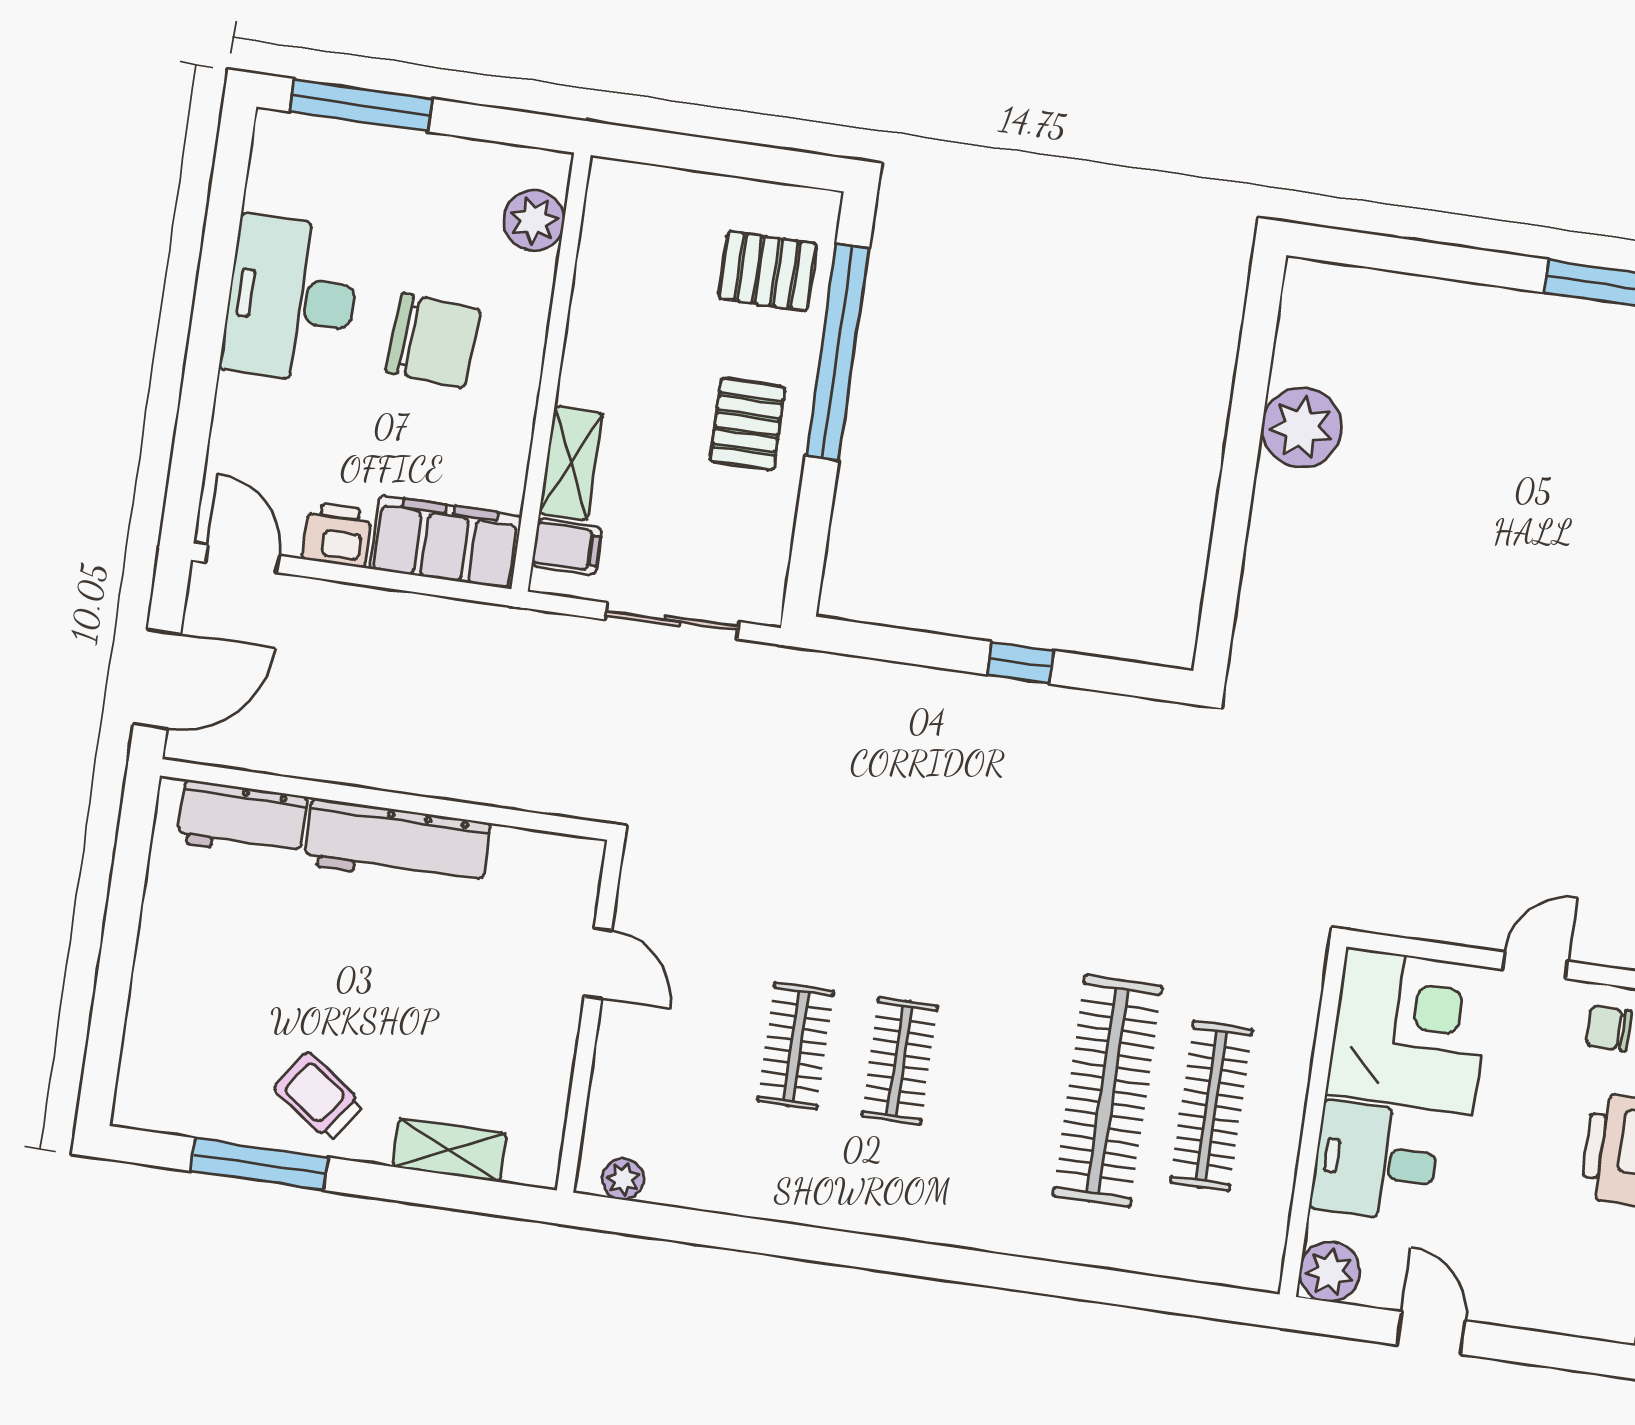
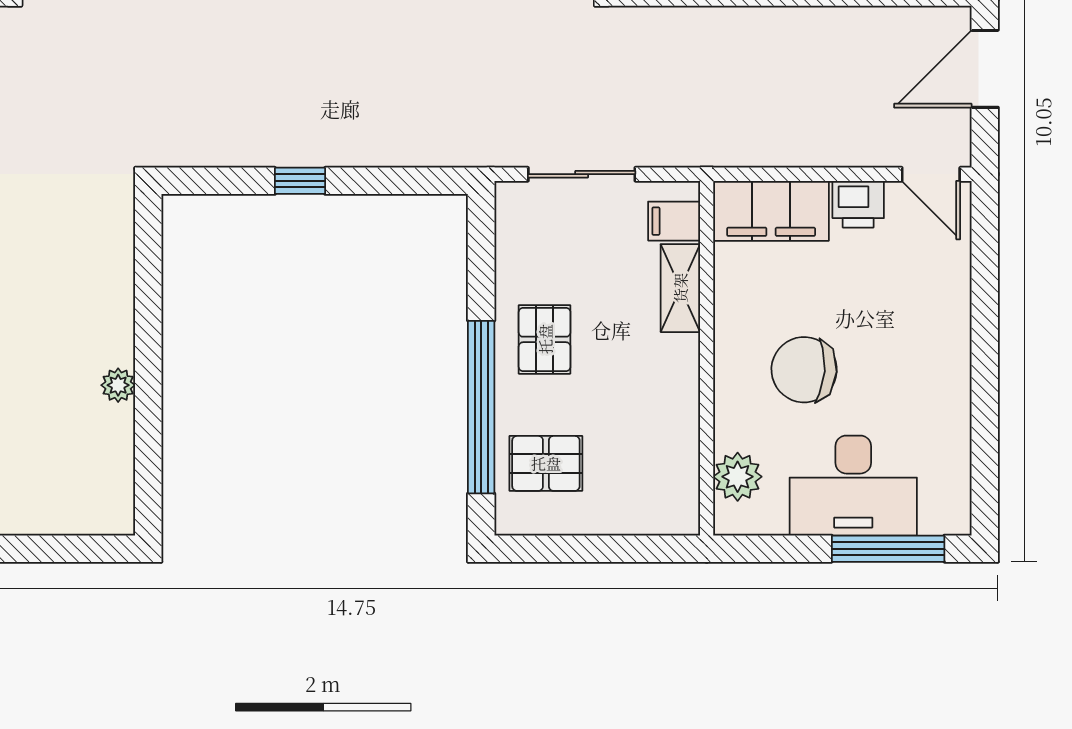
desk: (291, 299) -> (853, 486), moved, turned 90
plant: (1302, 428) -> (118, 385), width x0.53, depth x0.53

